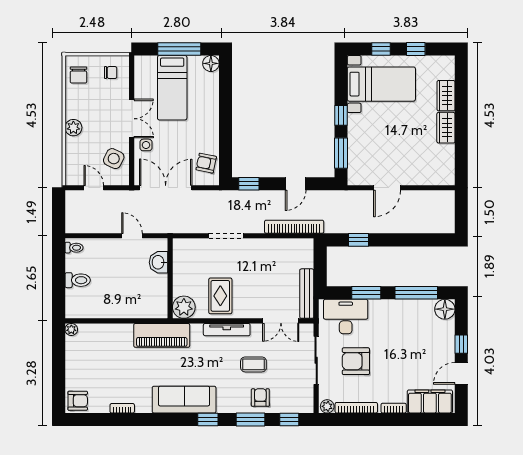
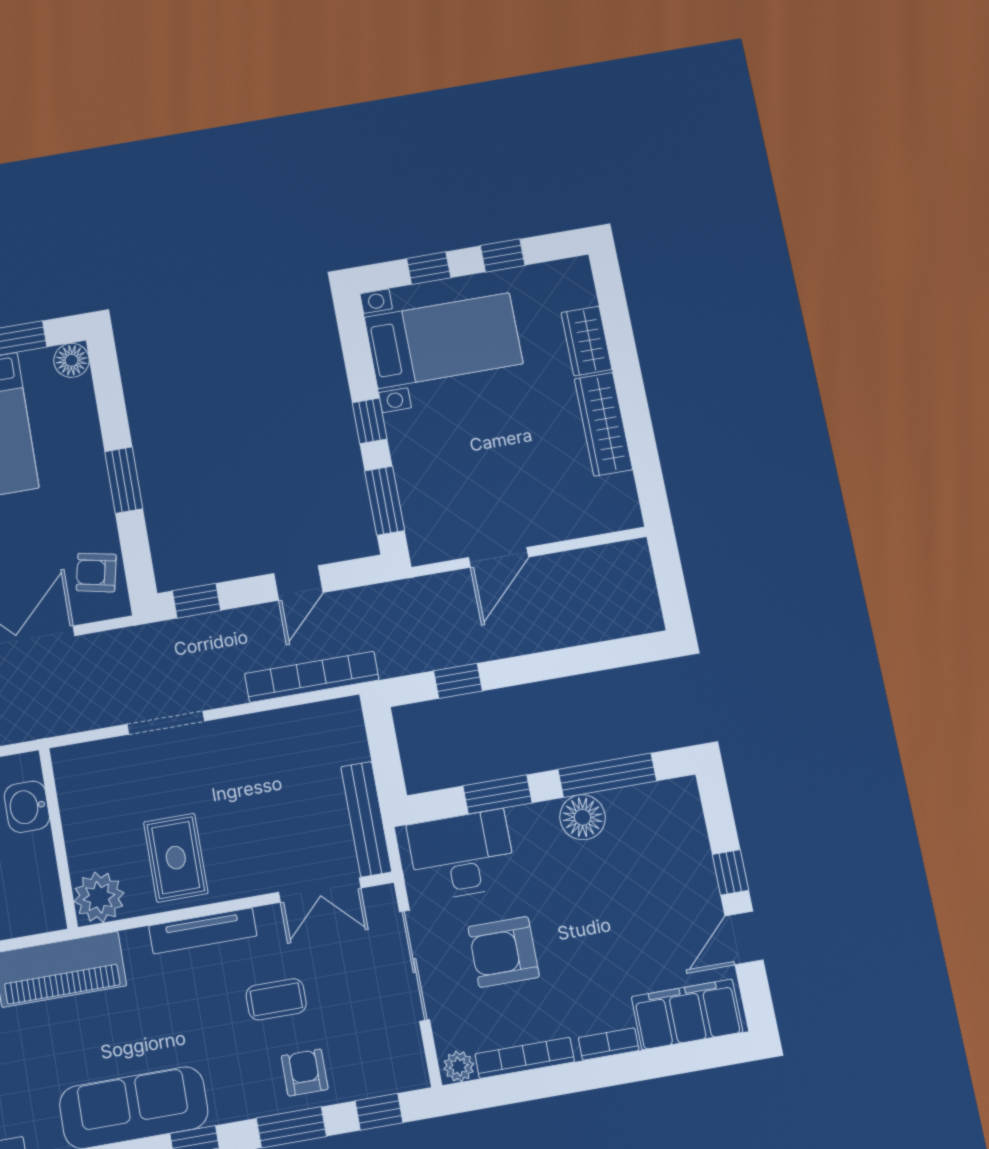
window: (225, 123) -> (124, 480), added
wardrobe: (446, 128) -> (603, 424), width x1.50
floor lamp: (445, 309) -> (583, 817), moved

